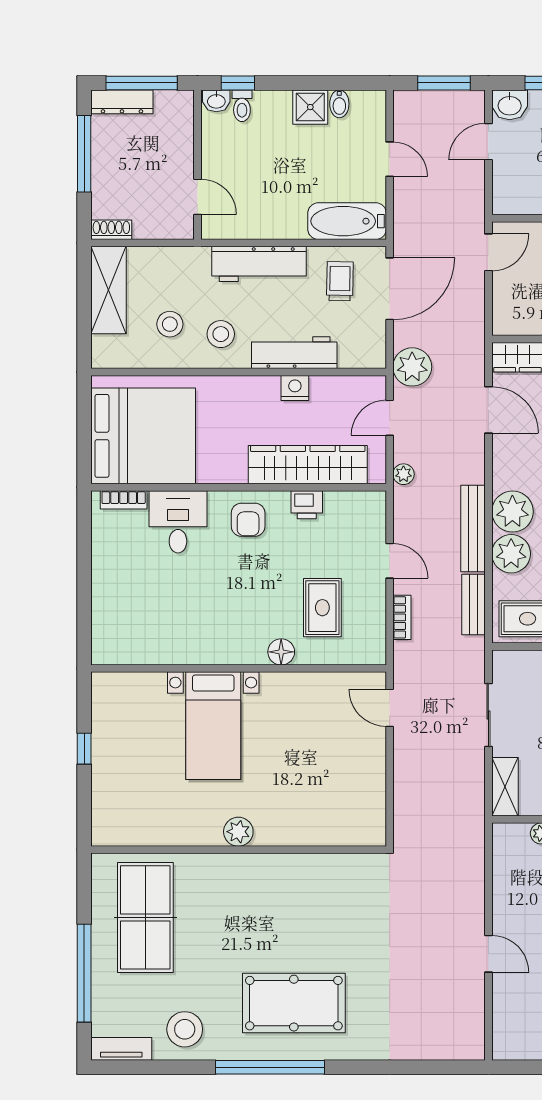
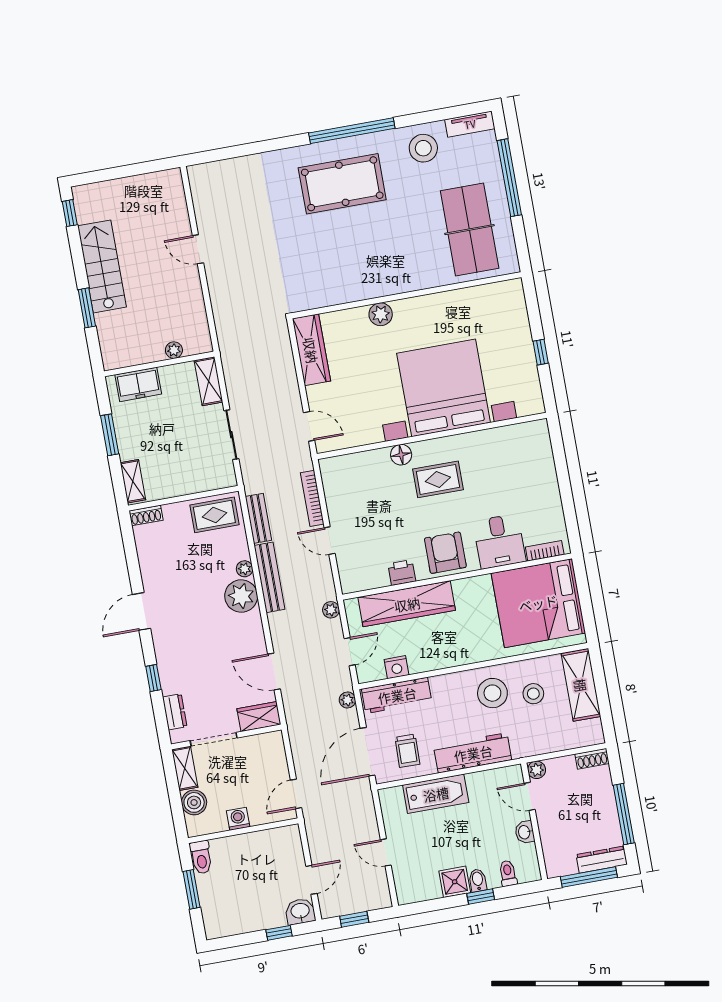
window: (238, 83) -> (481, 897), moved
window: (444, 83) -> (354, 919), width x0.67
washbasin: (216, 101) -> (525, 832), moved, turned -90
bidet: (339, 104) -> (478, 880), moved
bathtub: (347, 221) -> (436, 794), moved
plant: (183, 228) -> (537, 770), added
shelving: (109, 290) -> (581, 685), moved
stool: (221, 334) -> (492, 693), width x1.38, depth x1.38
workbench: (294, 353) -> (397, 695), moved
plant: (412, 367) -> (347, 700), width x0.53, depth x0.53
nightstand: (295, 388) -> (397, 667), moved
armchair: (248, 520) -> (445, 553), width x1.38, depth x1.38
plant: (511, 554) -> (245, 569), width x0.53, depth x0.53
rug: (322, 608) -> (438, 479), moved, turned 90
bookcase: (402, 617) -> (312, 498), width x1.56
bed with nightstands: (213, 726) -> (444, 388), width x1.85
wardrobe: (370, 803) -> (311, 350), added
plant: (238, 832) -> (381, 314), moved

